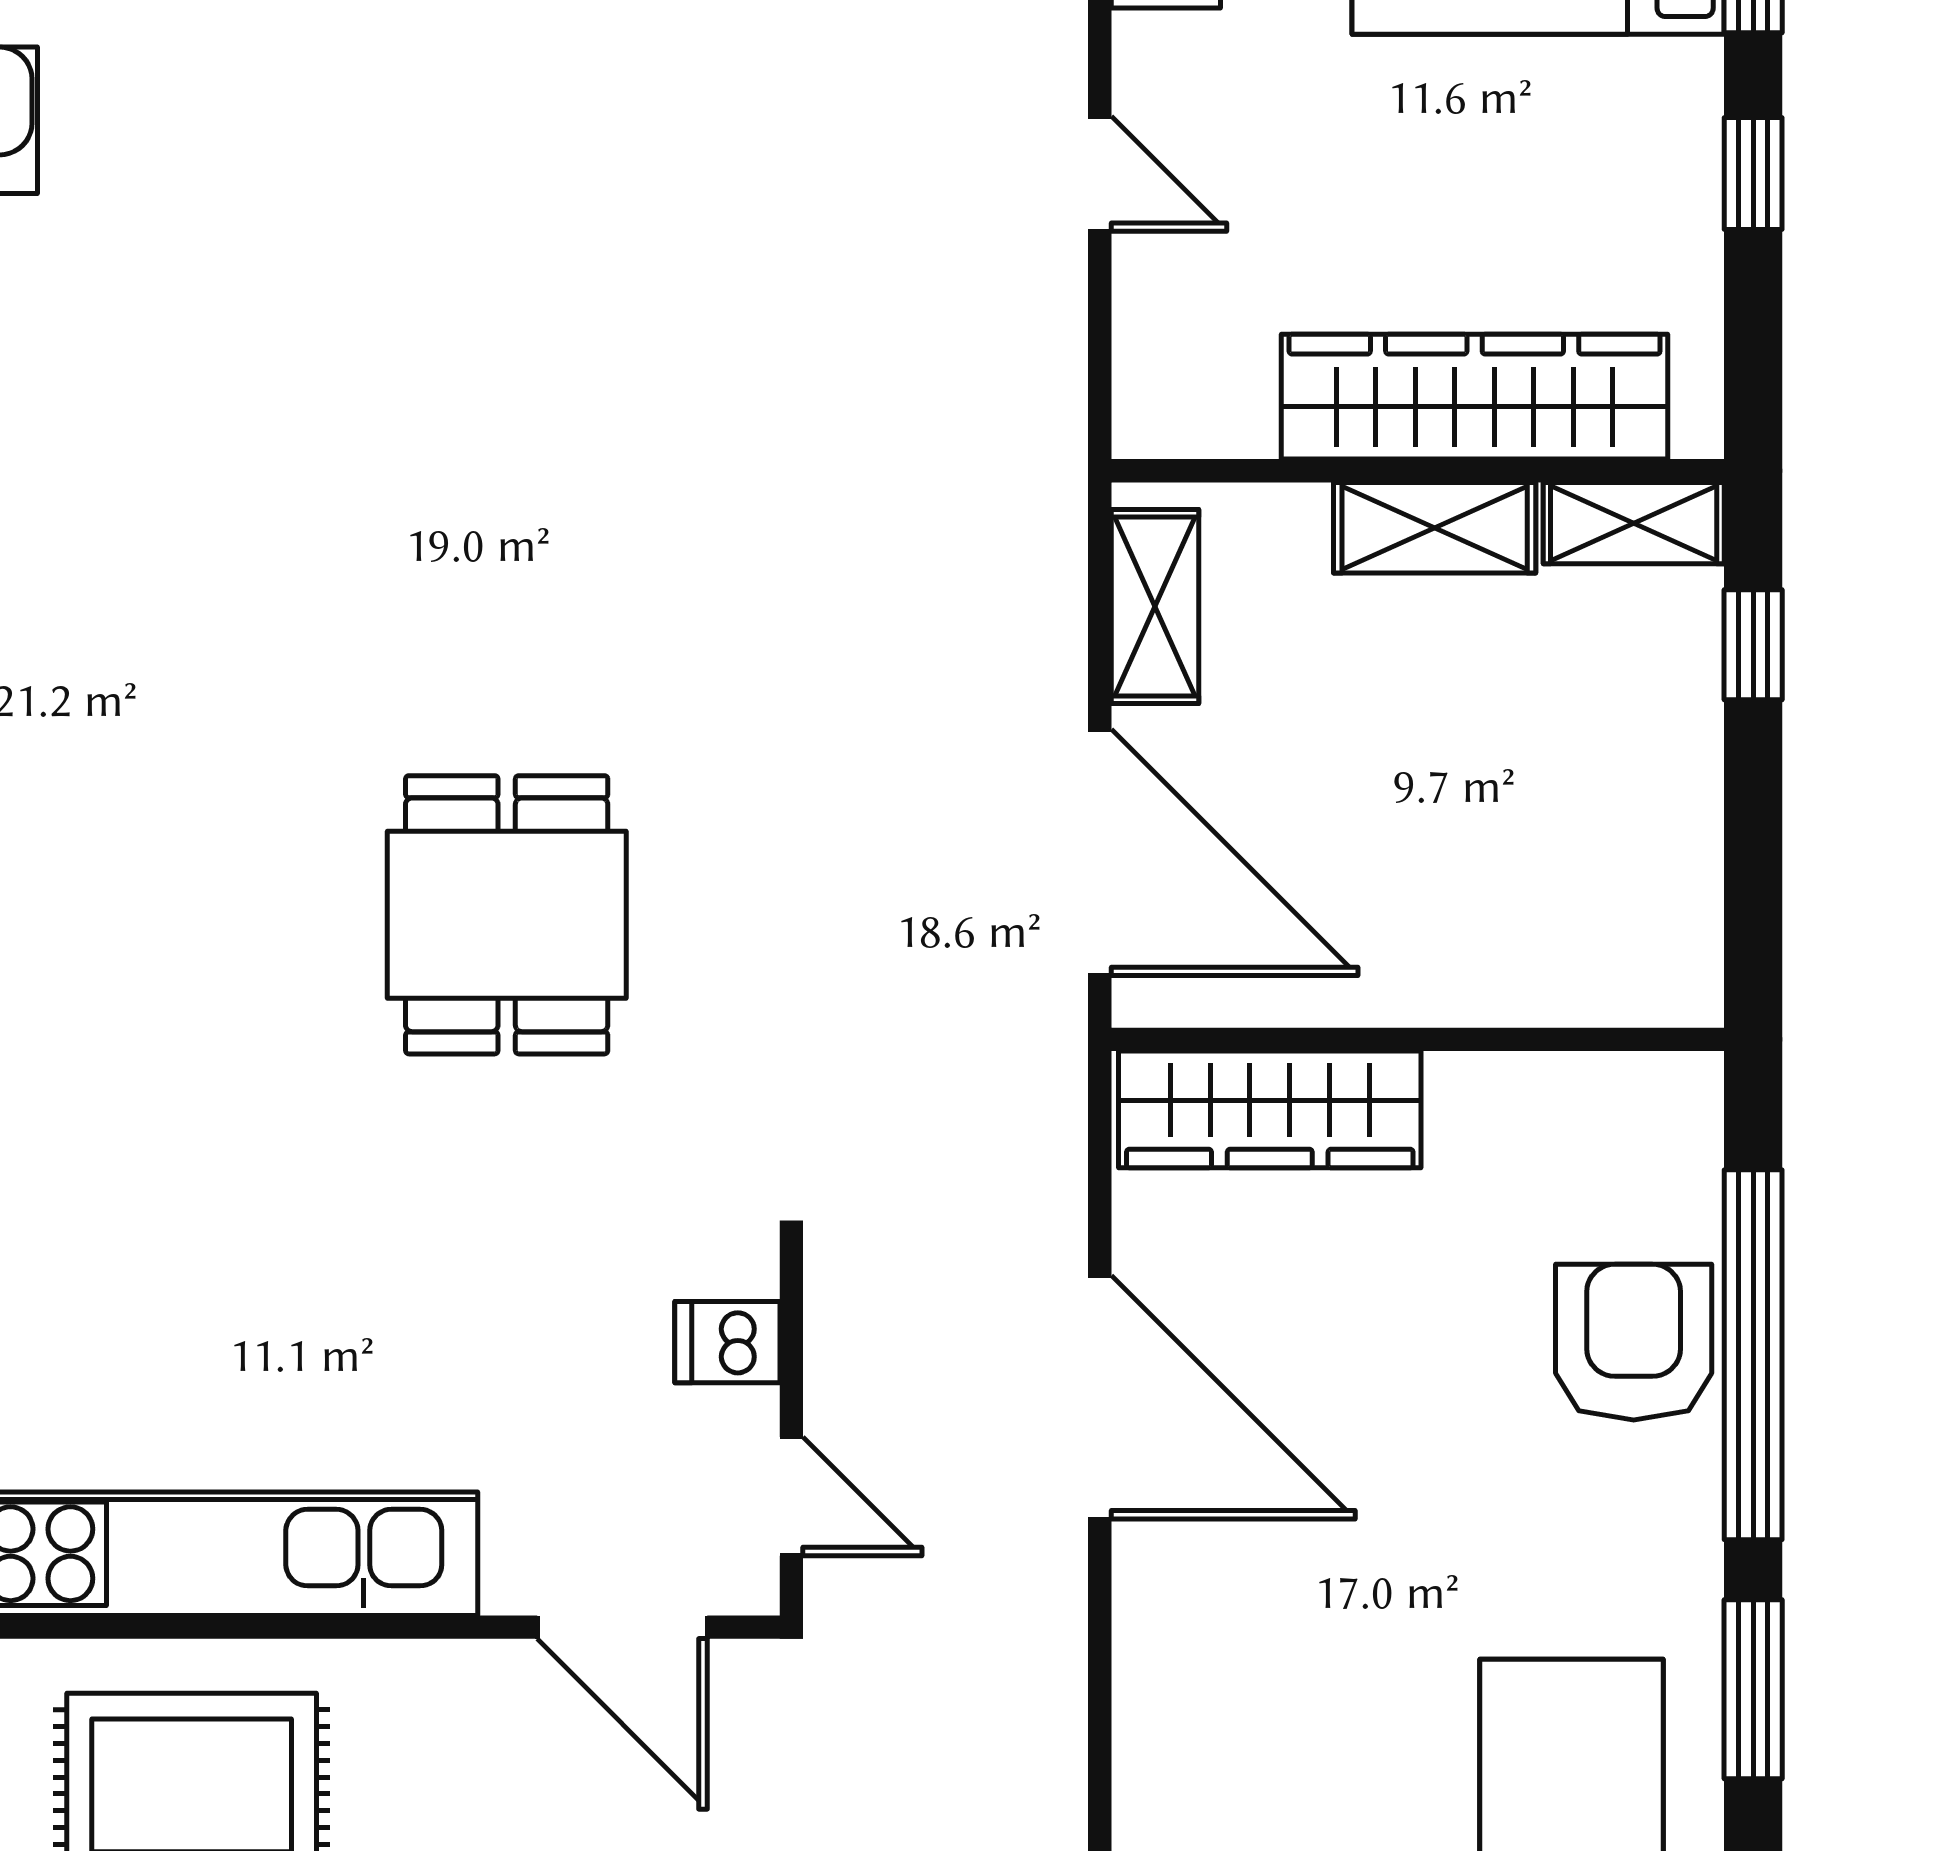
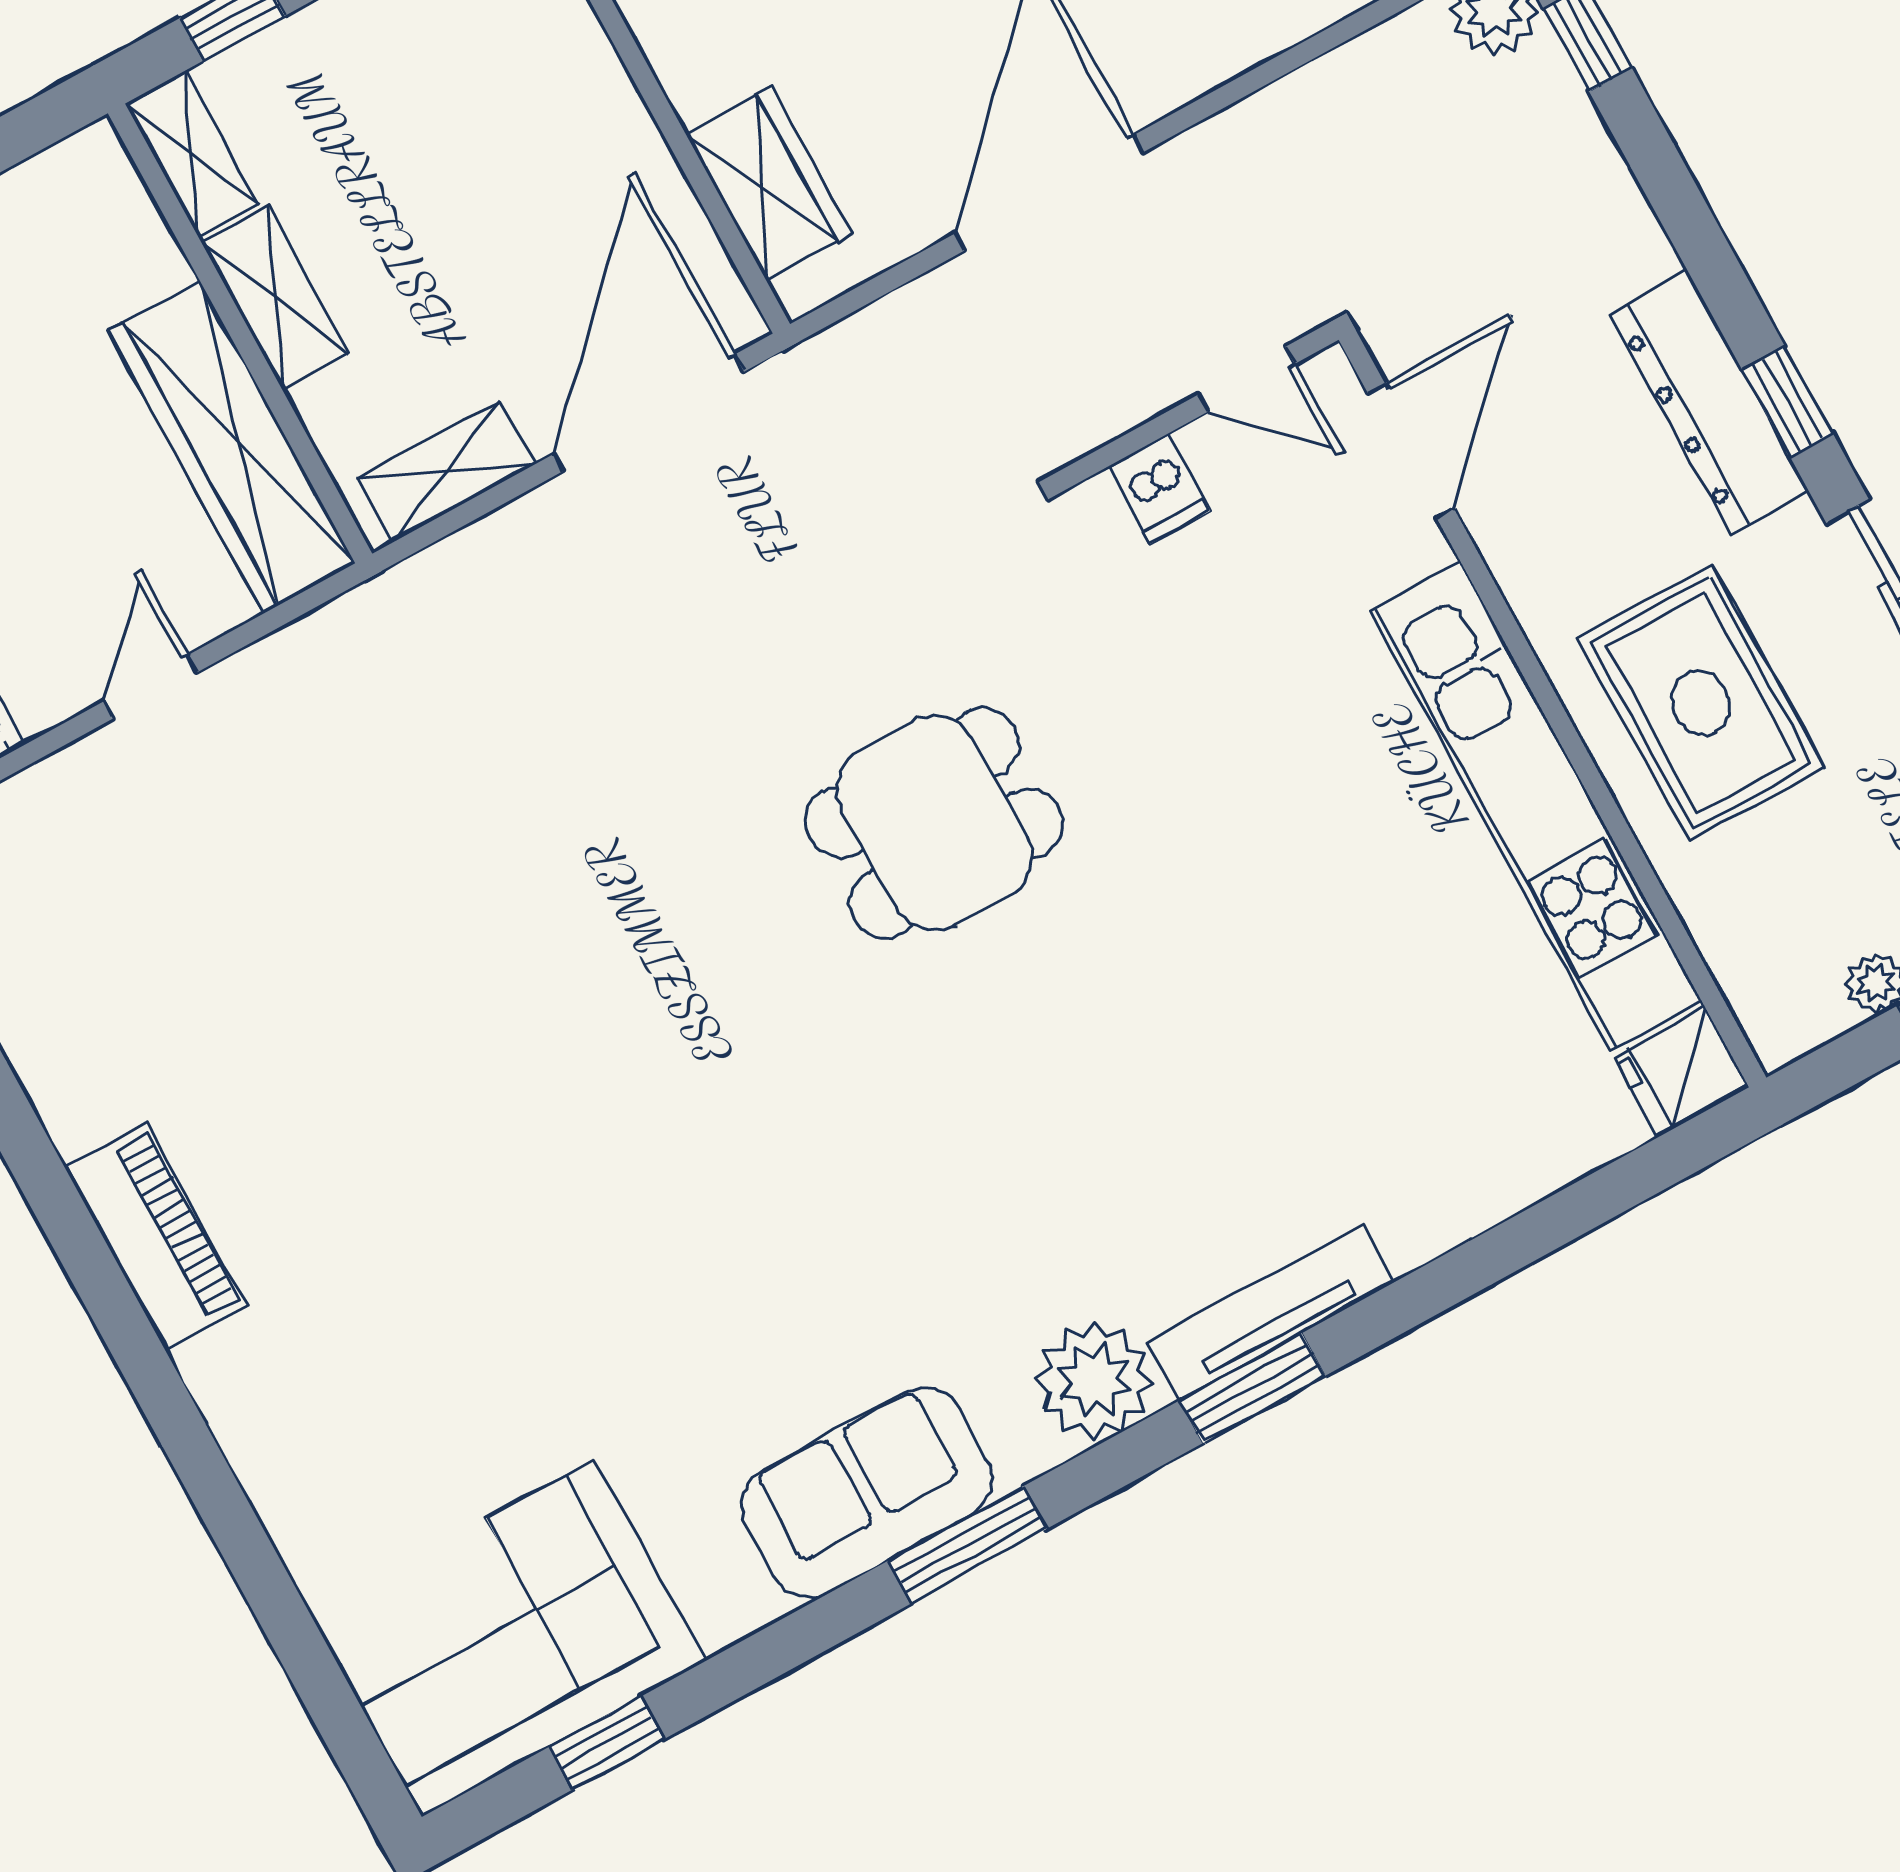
wardrobe: (1475, 397) -> (231, 447), moved
wardrobe: (1270, 1109) -> (769, 184), width x0.67
door: (791, 1496) -> (1246, 379), swing flipped

